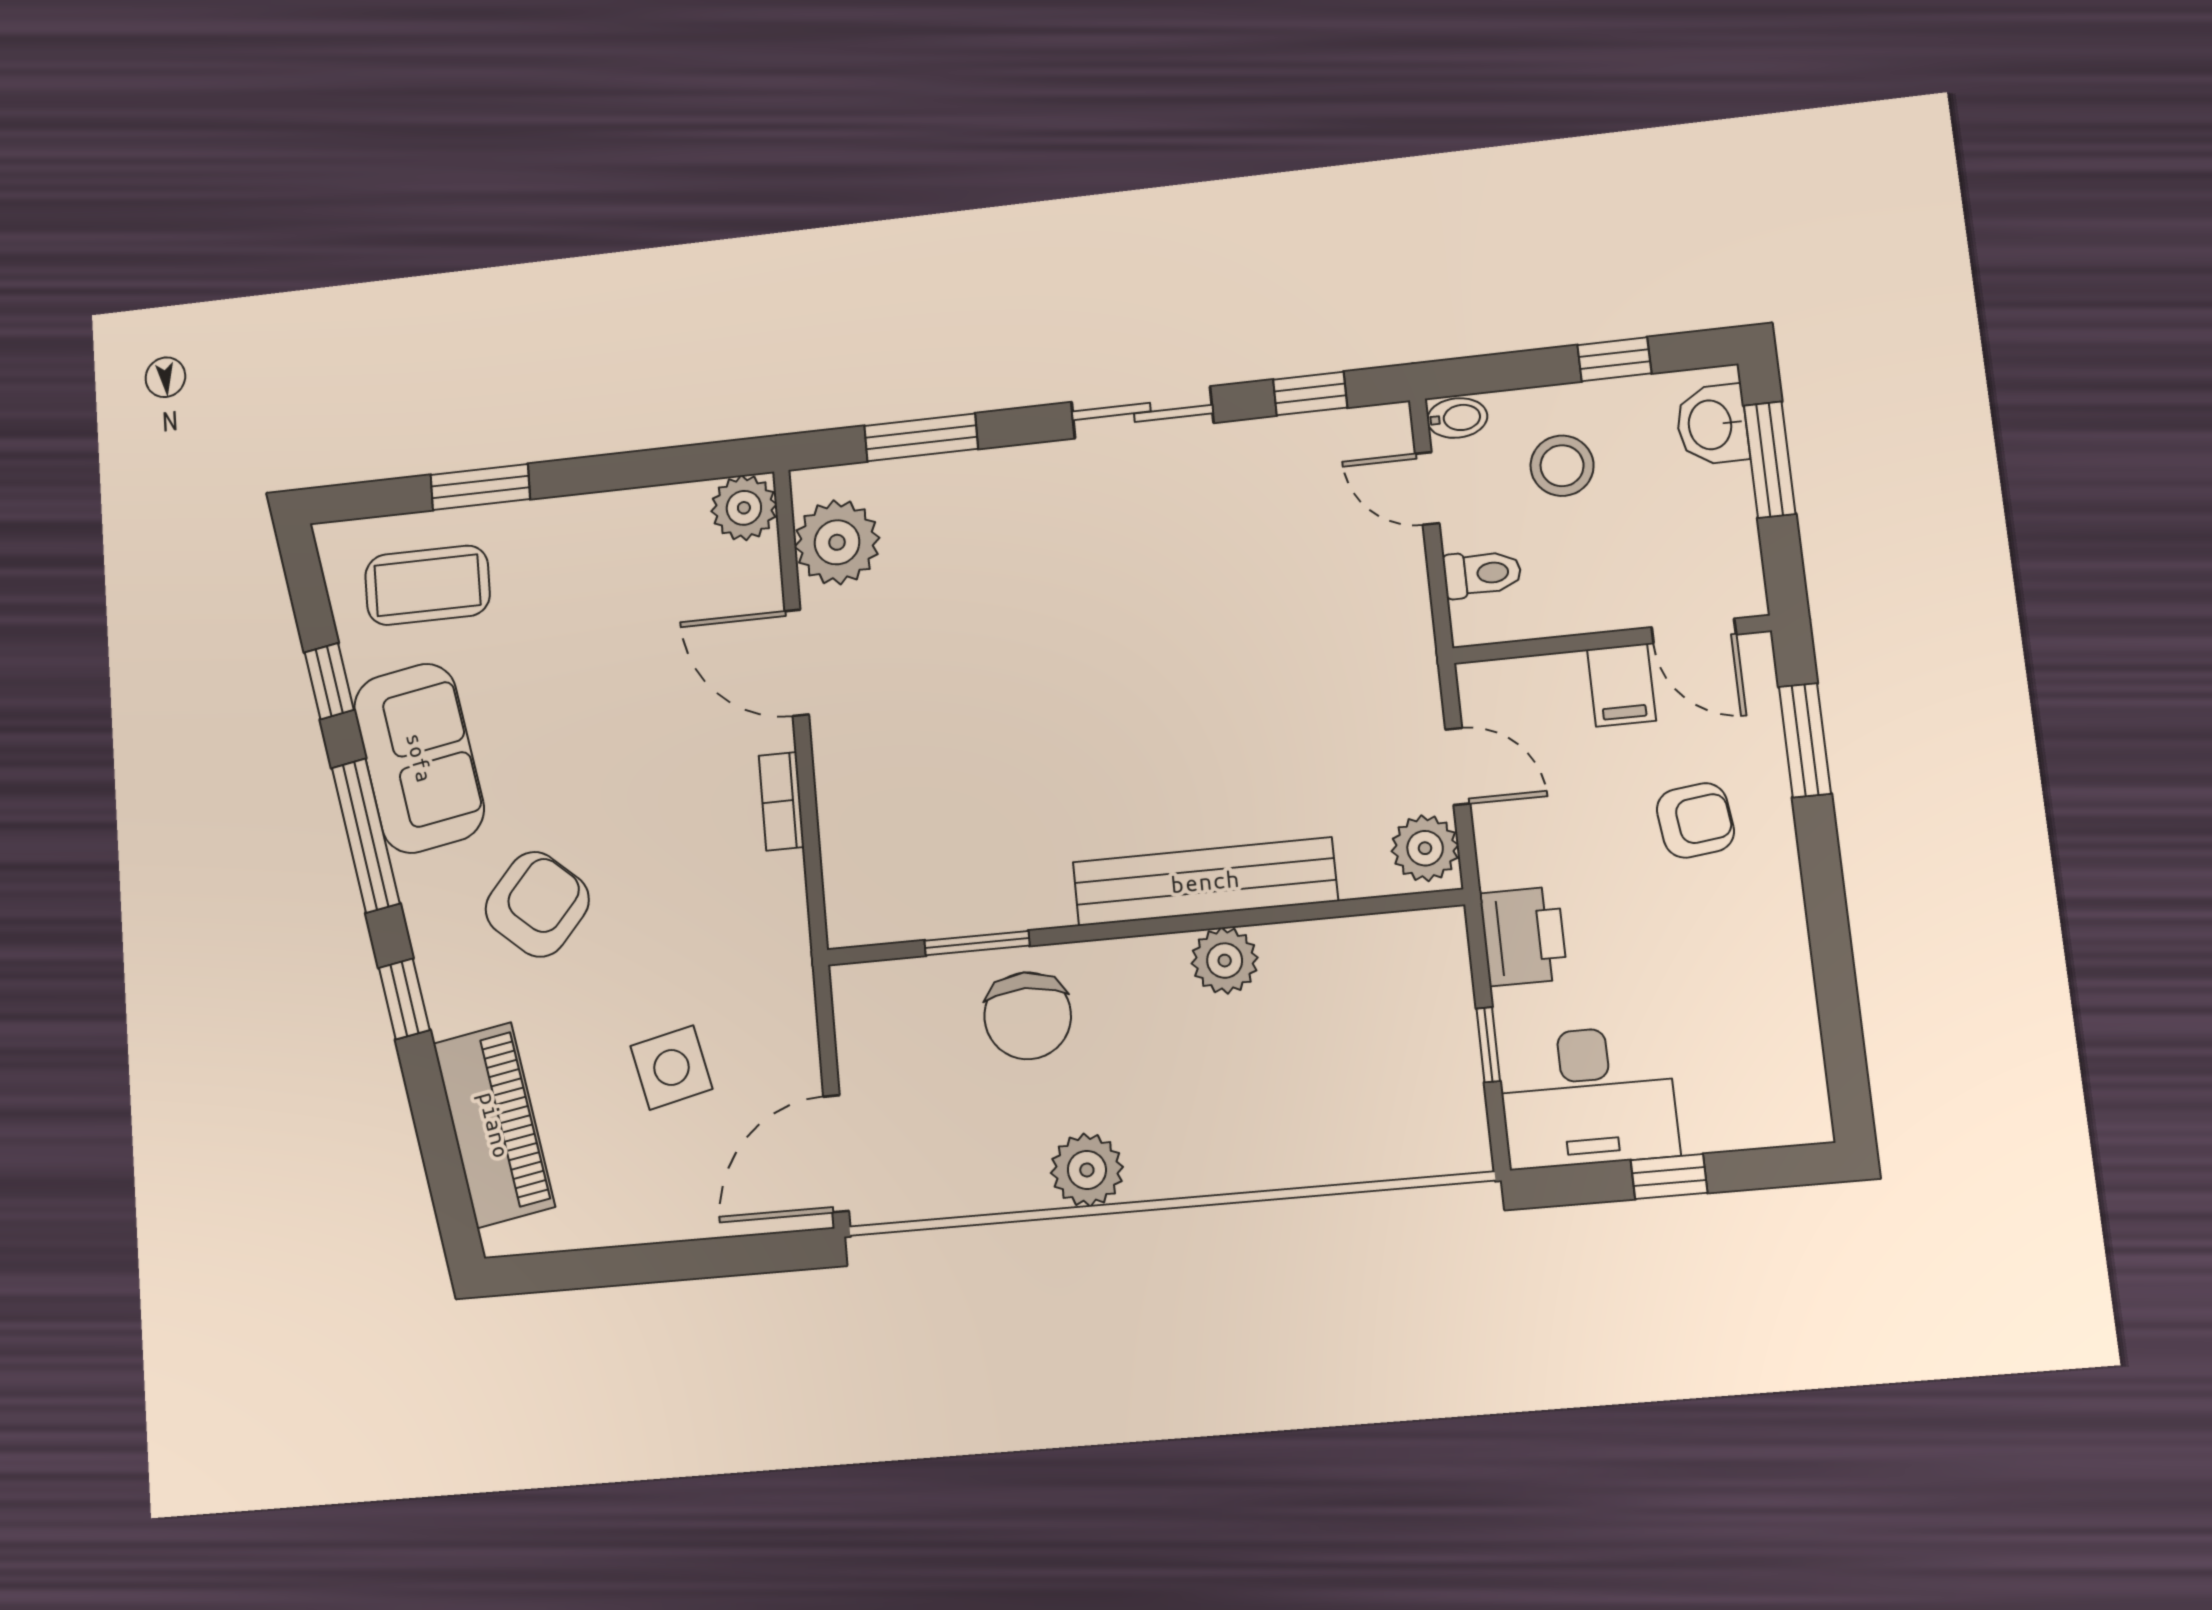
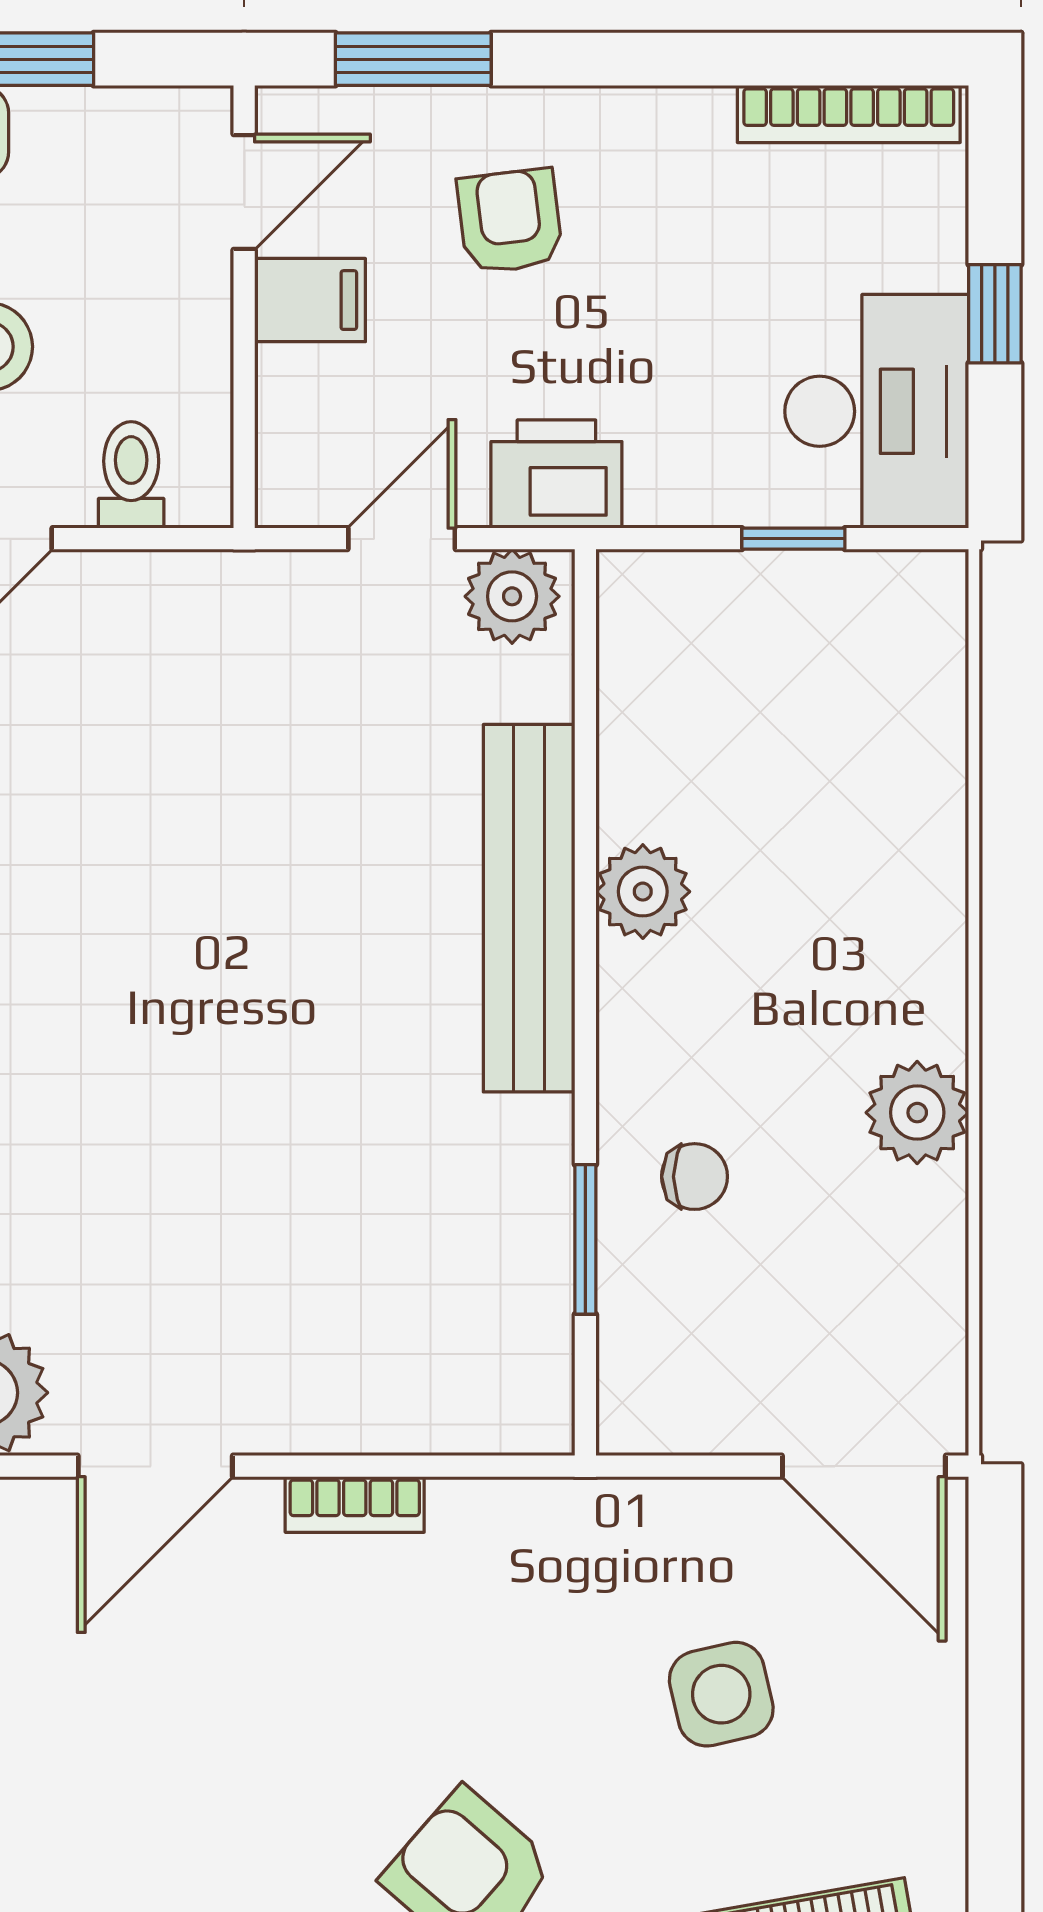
printer: (1523, 936) -> (556, 474), moved
chair: (1028, 1016) -> (695, 1177), width x0.54, depth x0.54
bookcase: (1804, 1057) -> (849, 114), added

